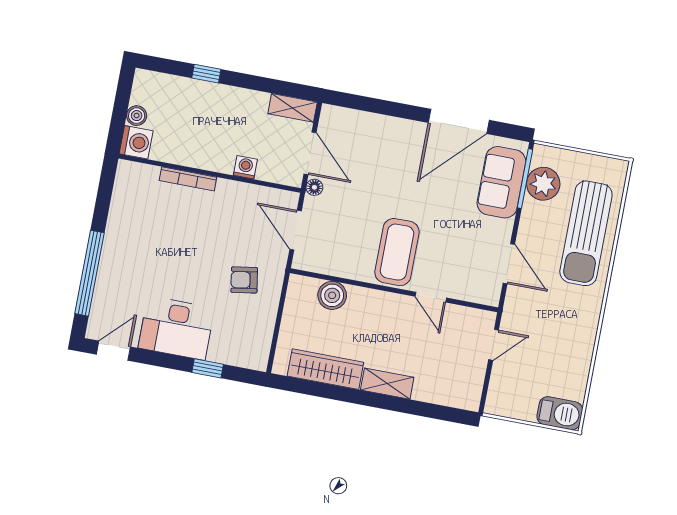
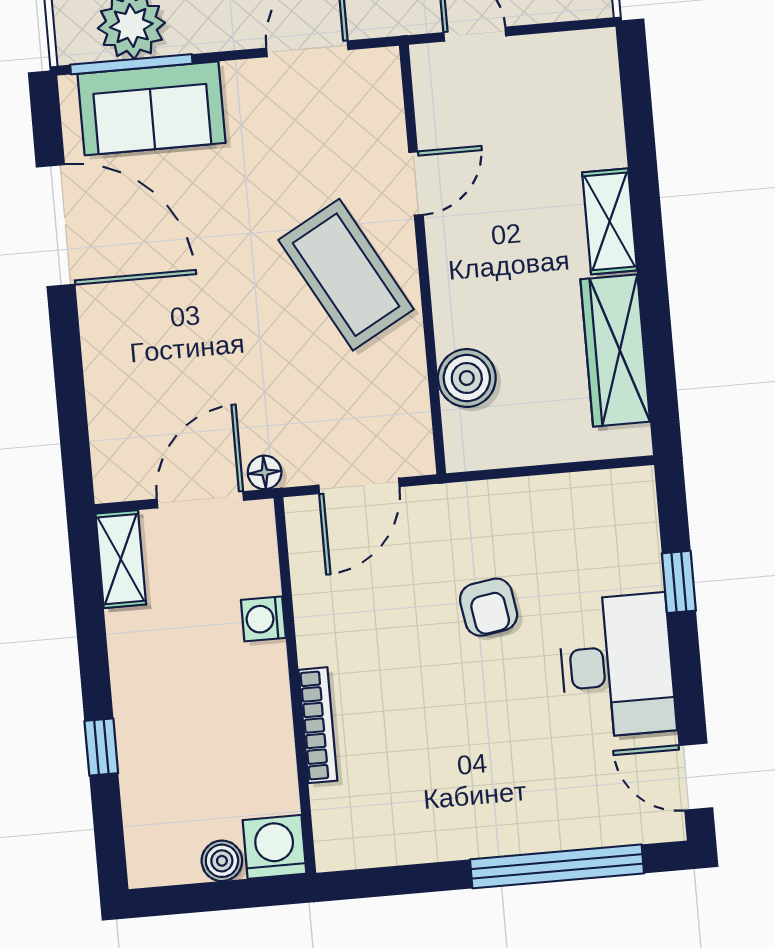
coffee table: (397, 252) -> (346, 275), turned 61
armchair: (244, 280) -> (489, 607), moved

